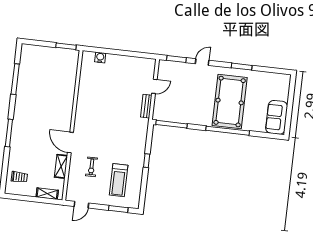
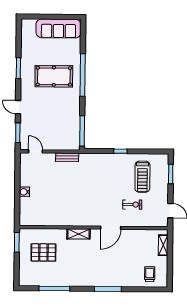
water cooler: (100, 58) -> (24, 192), moved
pallet: (53, 72) -> (43, 252), added
door: (154, 86) -> (36, 151), moved
pool table: (230, 102) -> (54, 76), width x0.73, depth x0.76
sofa: (277, 117) -> (58, 28), width x1.36
shelving: (61, 166) -> (79, 234), moved
treadmill: (119, 180) -> (142, 177), turned 90

